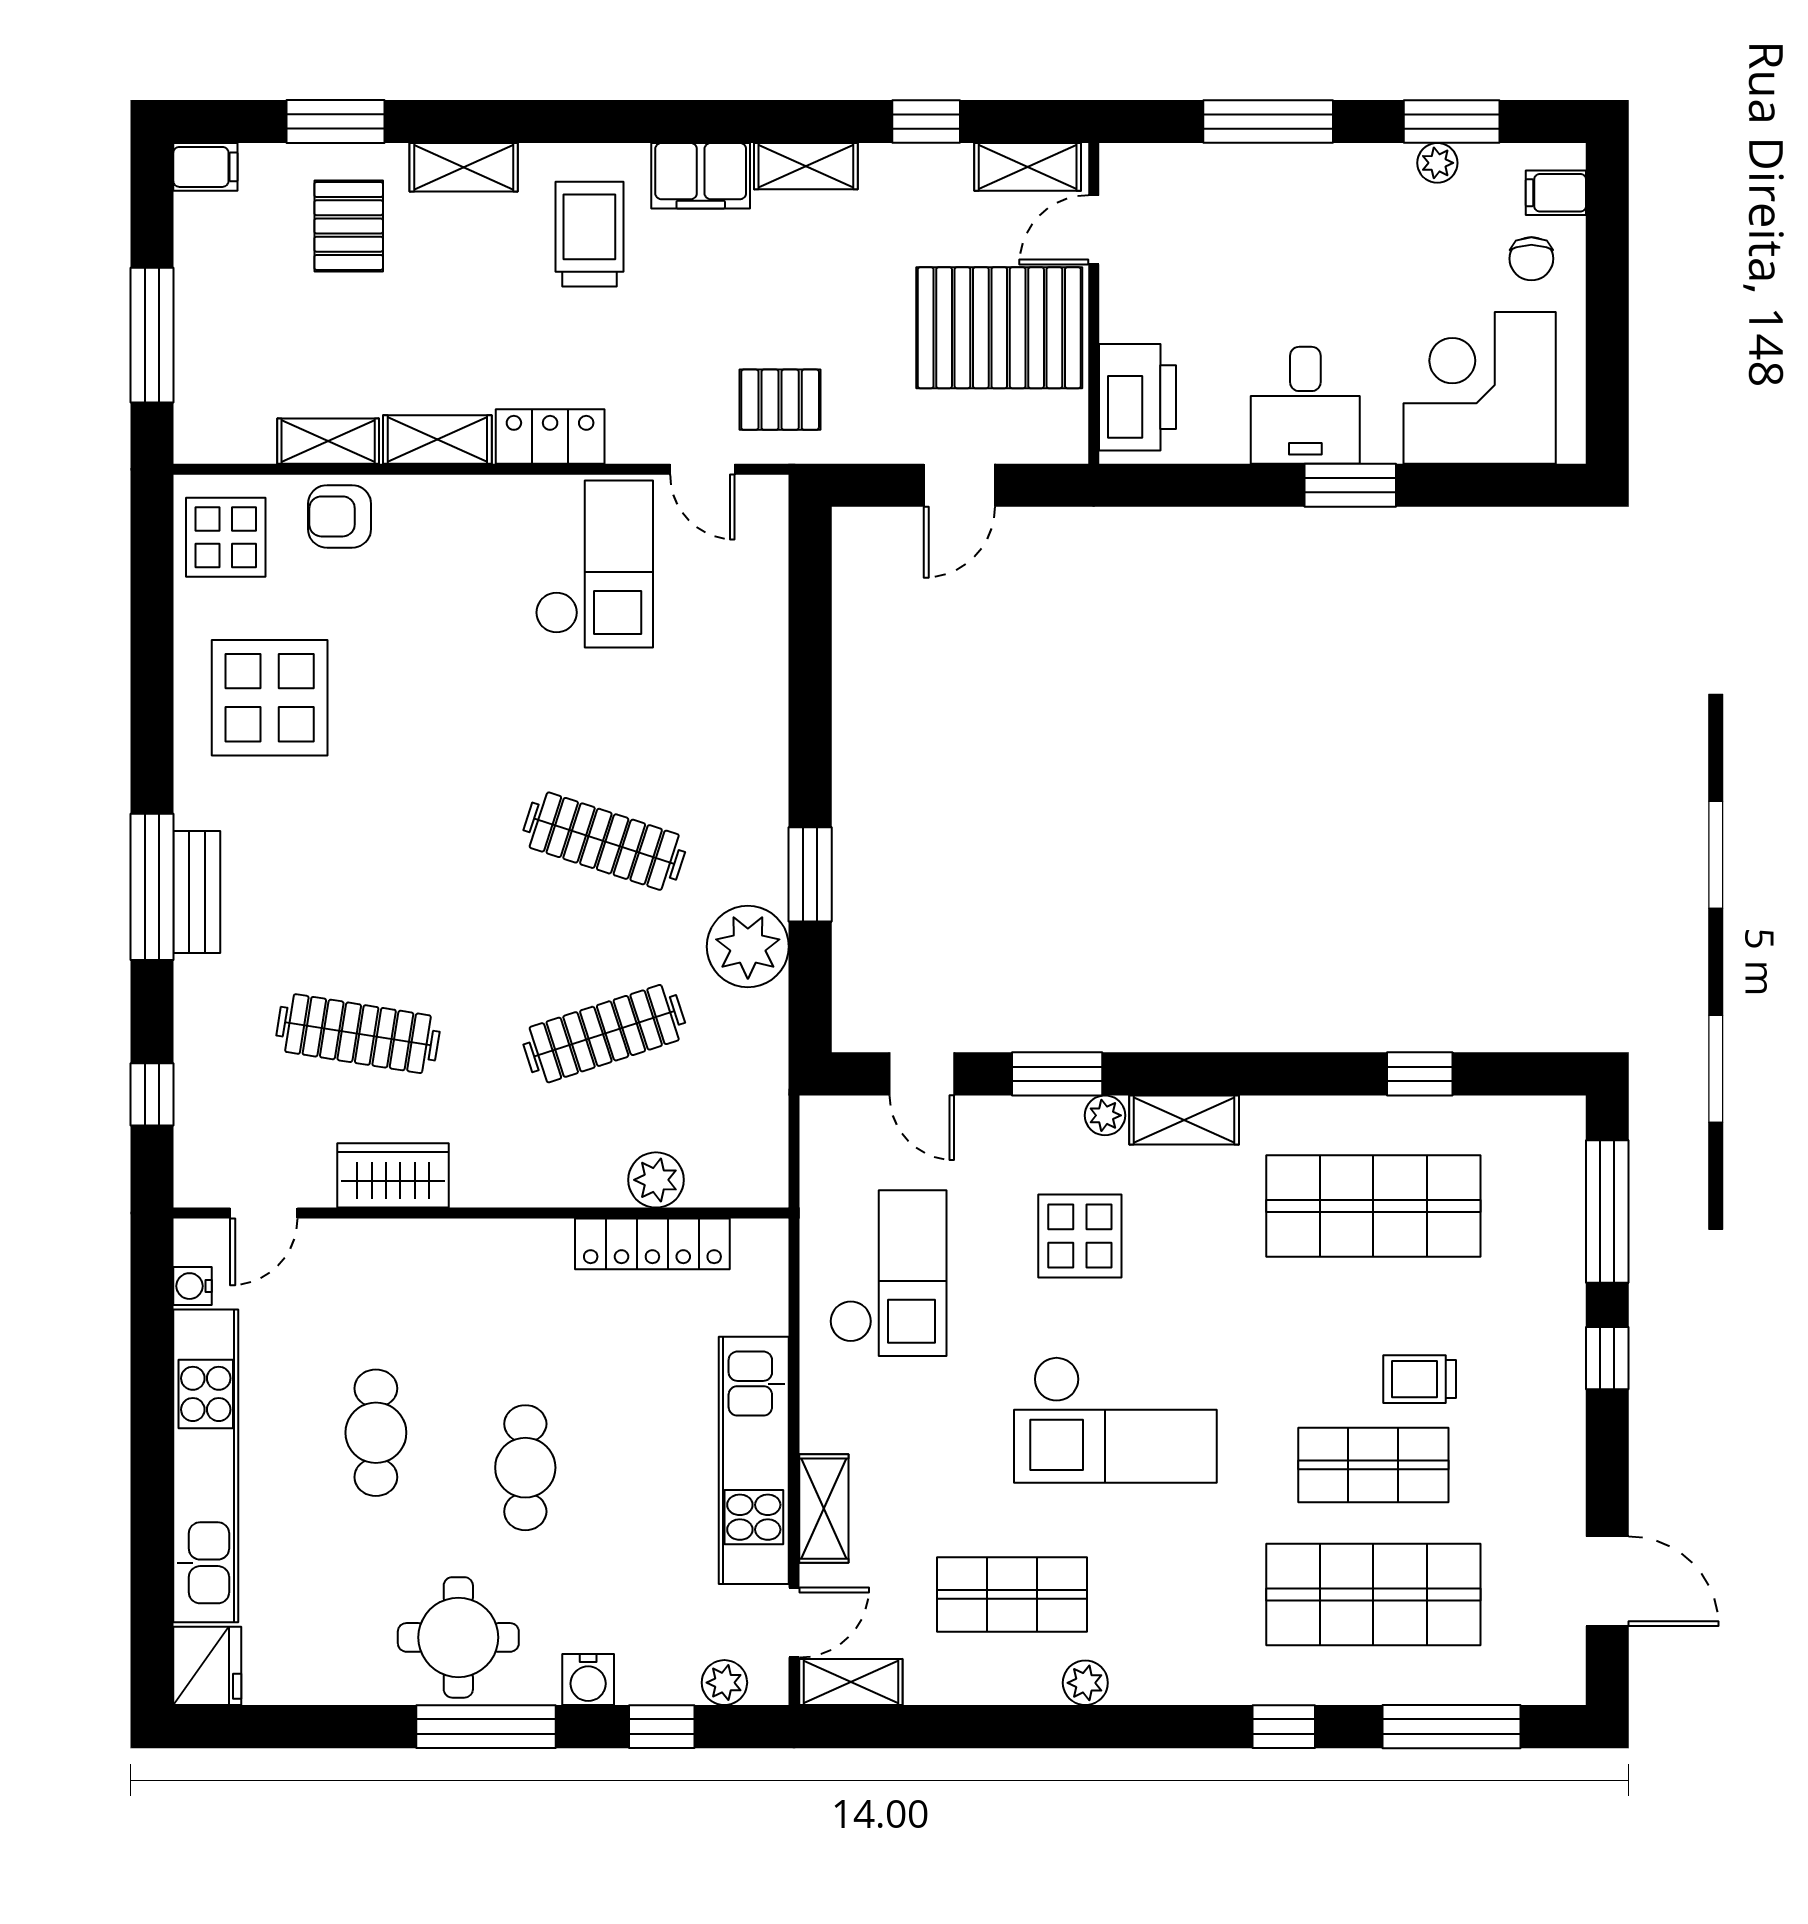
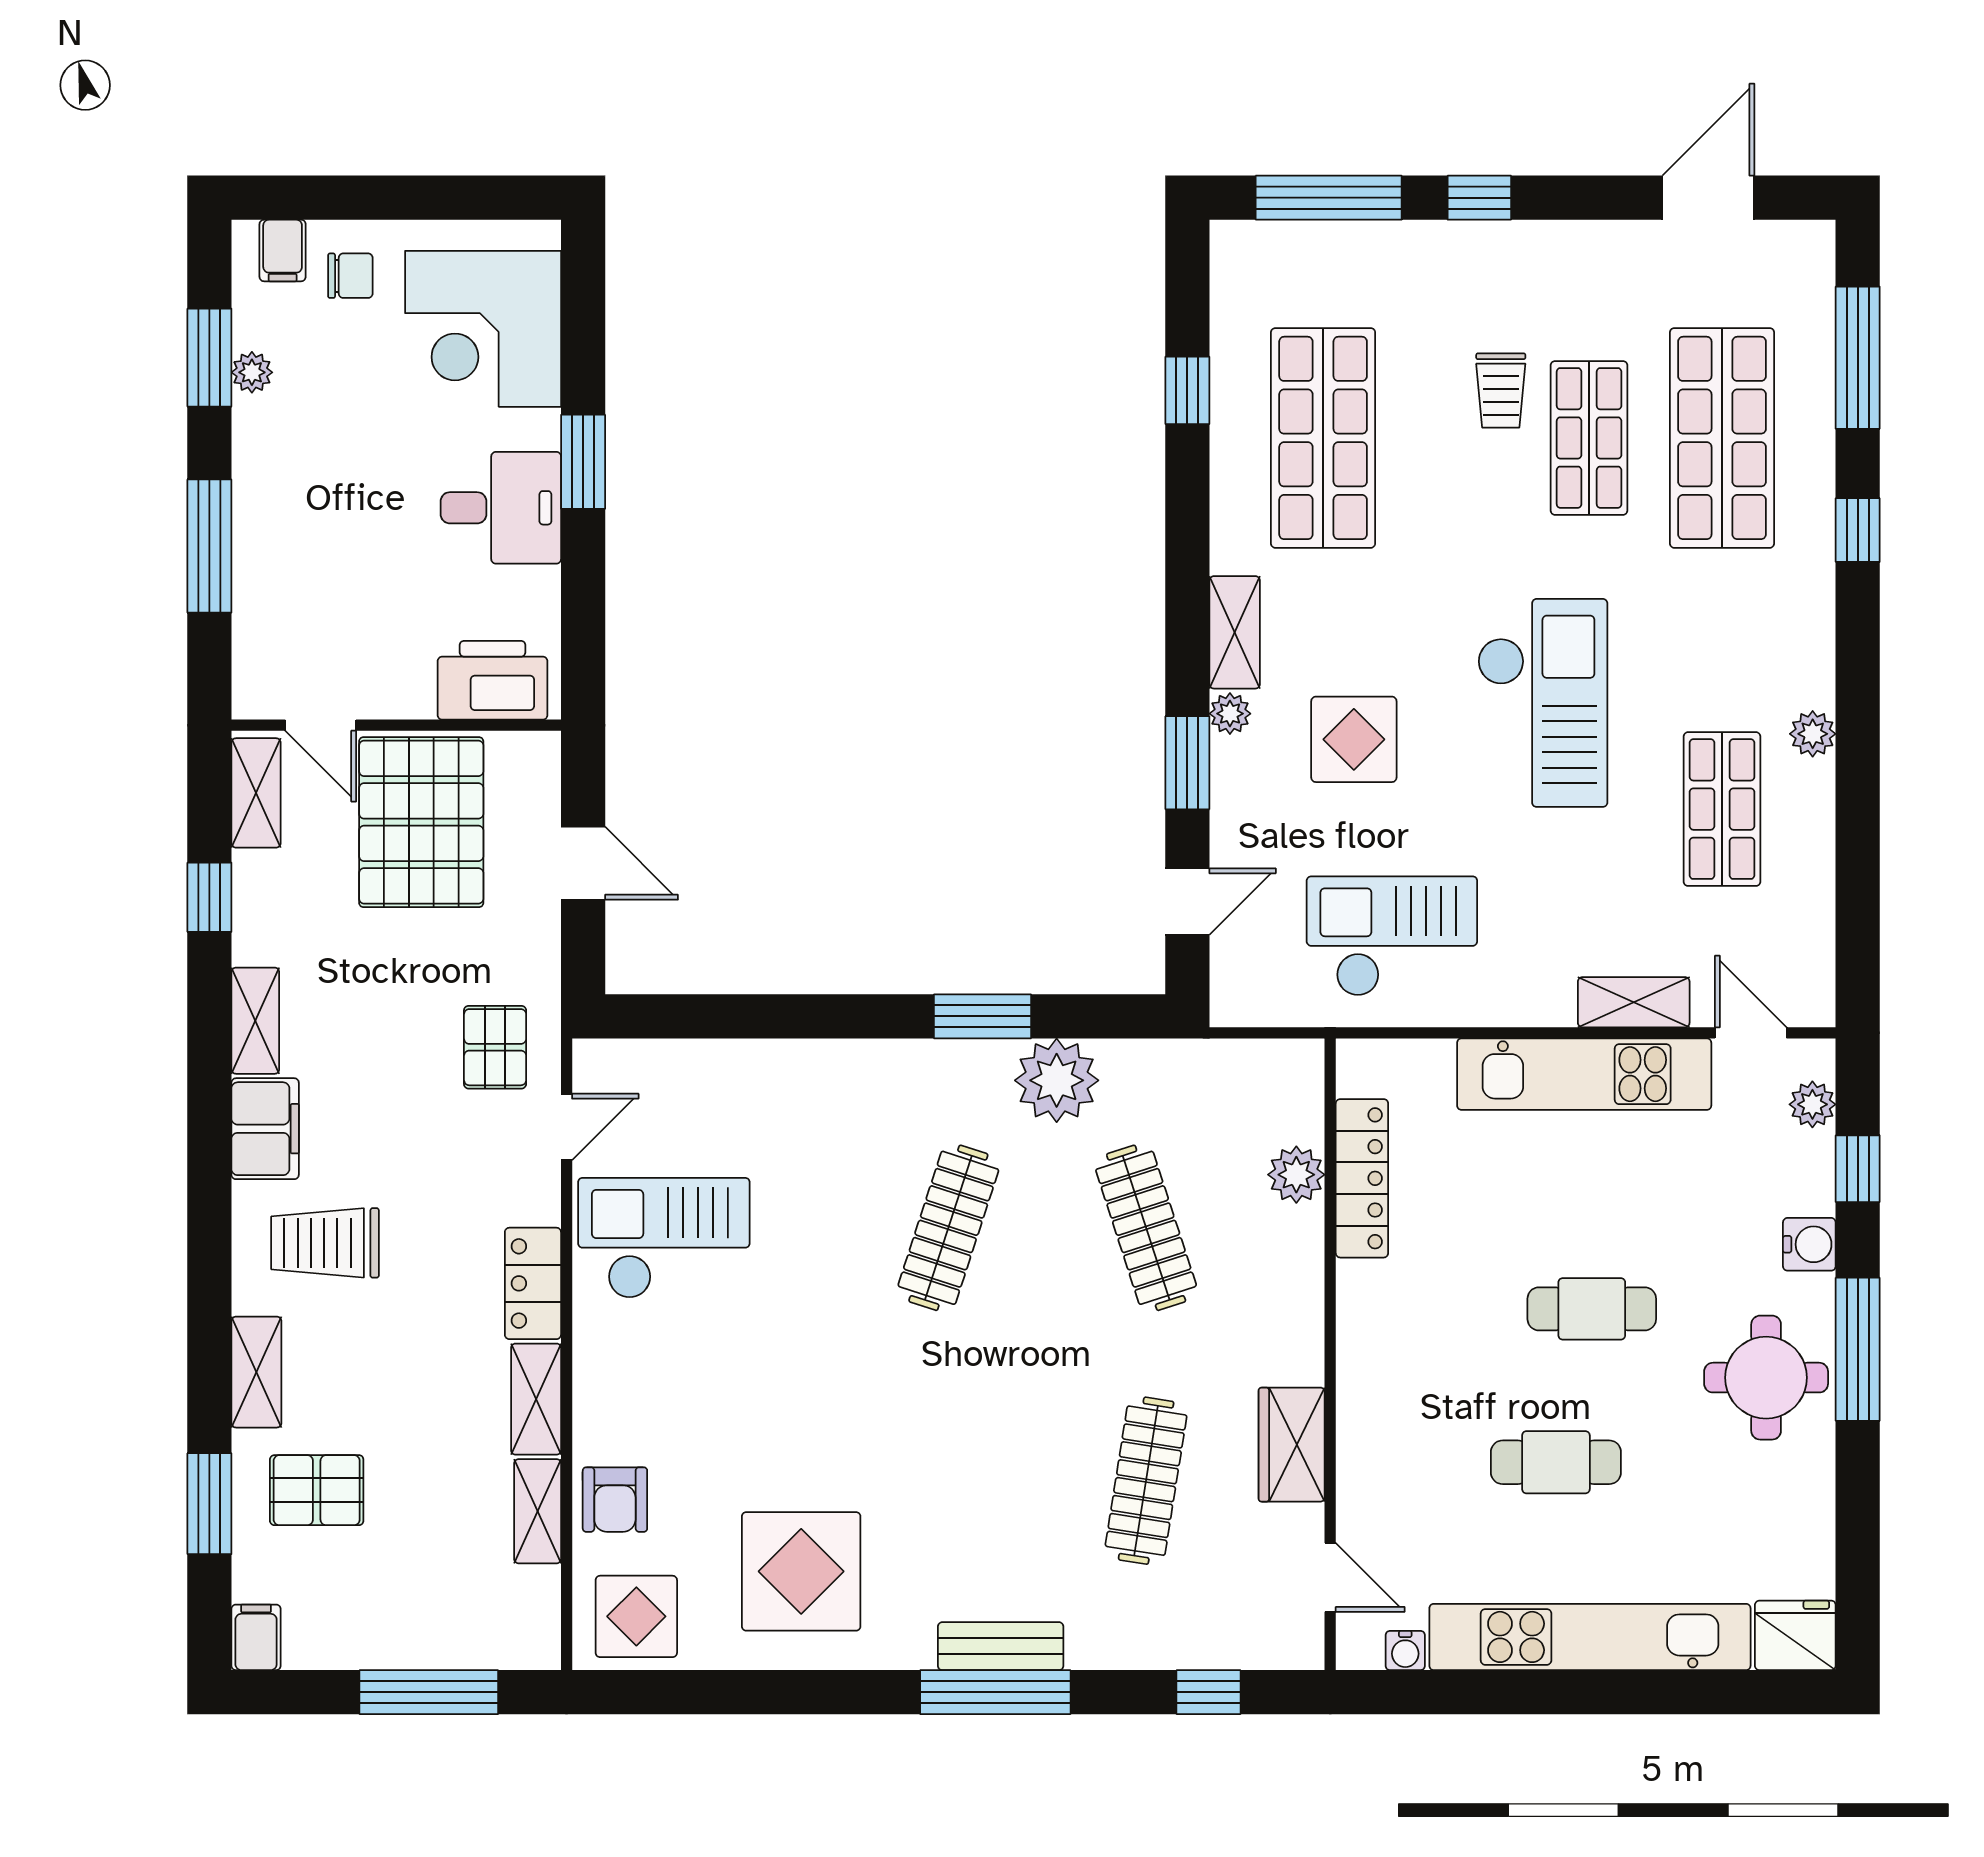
shelving: (851, 1682) -> (1812, 974), removed

